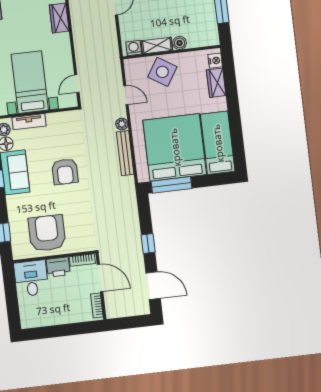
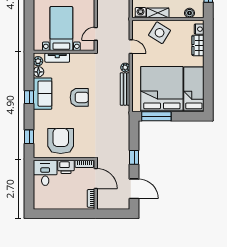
boiler: (180, 43) -> (190, 13), moved
armchair: (65, 172) -> (79, 97), turned -90

